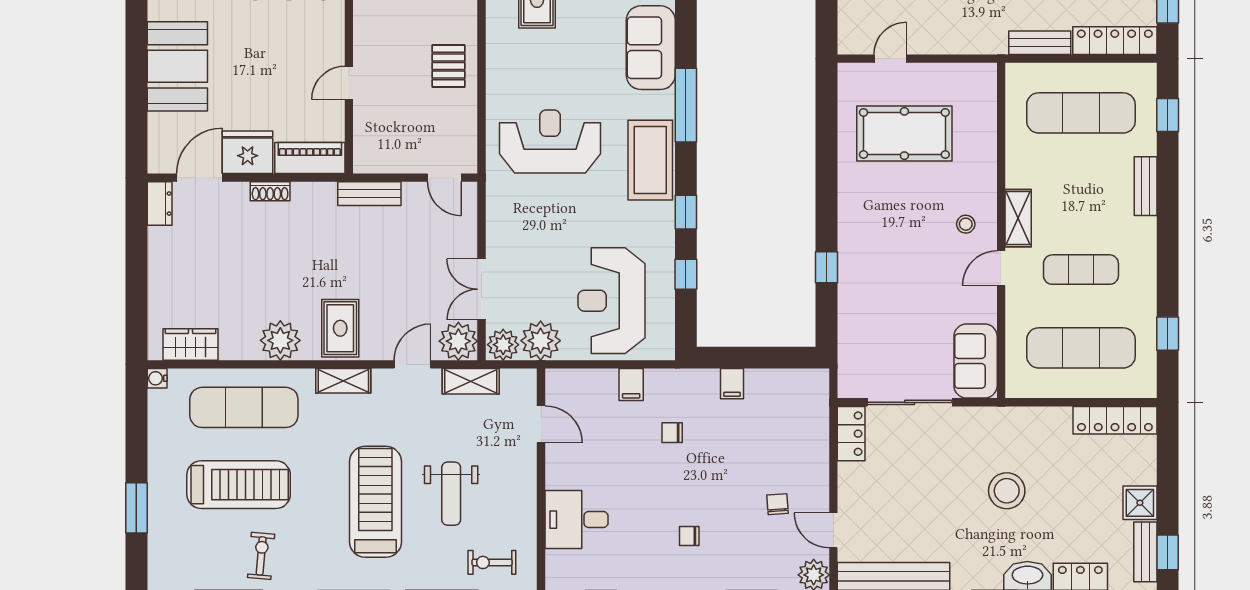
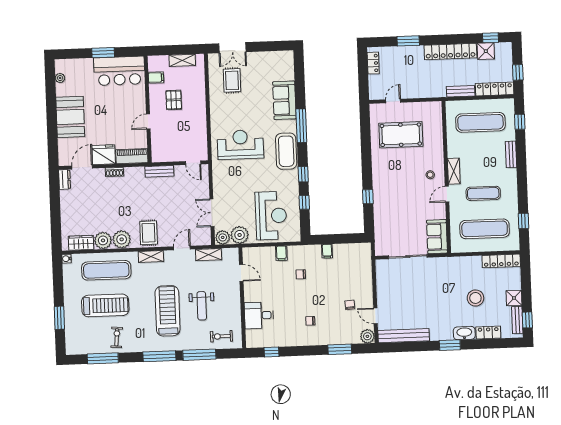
pallet: (448, 66) -> (174, 100), moved
reception desk: (611, 301) -> (271, 216), turned 180
plant: (458, 341) -> (103, 240), moved
locker: (851, 434) -> (382, 272), removed
stool: (1007, 491) -> (475, 298), moved

